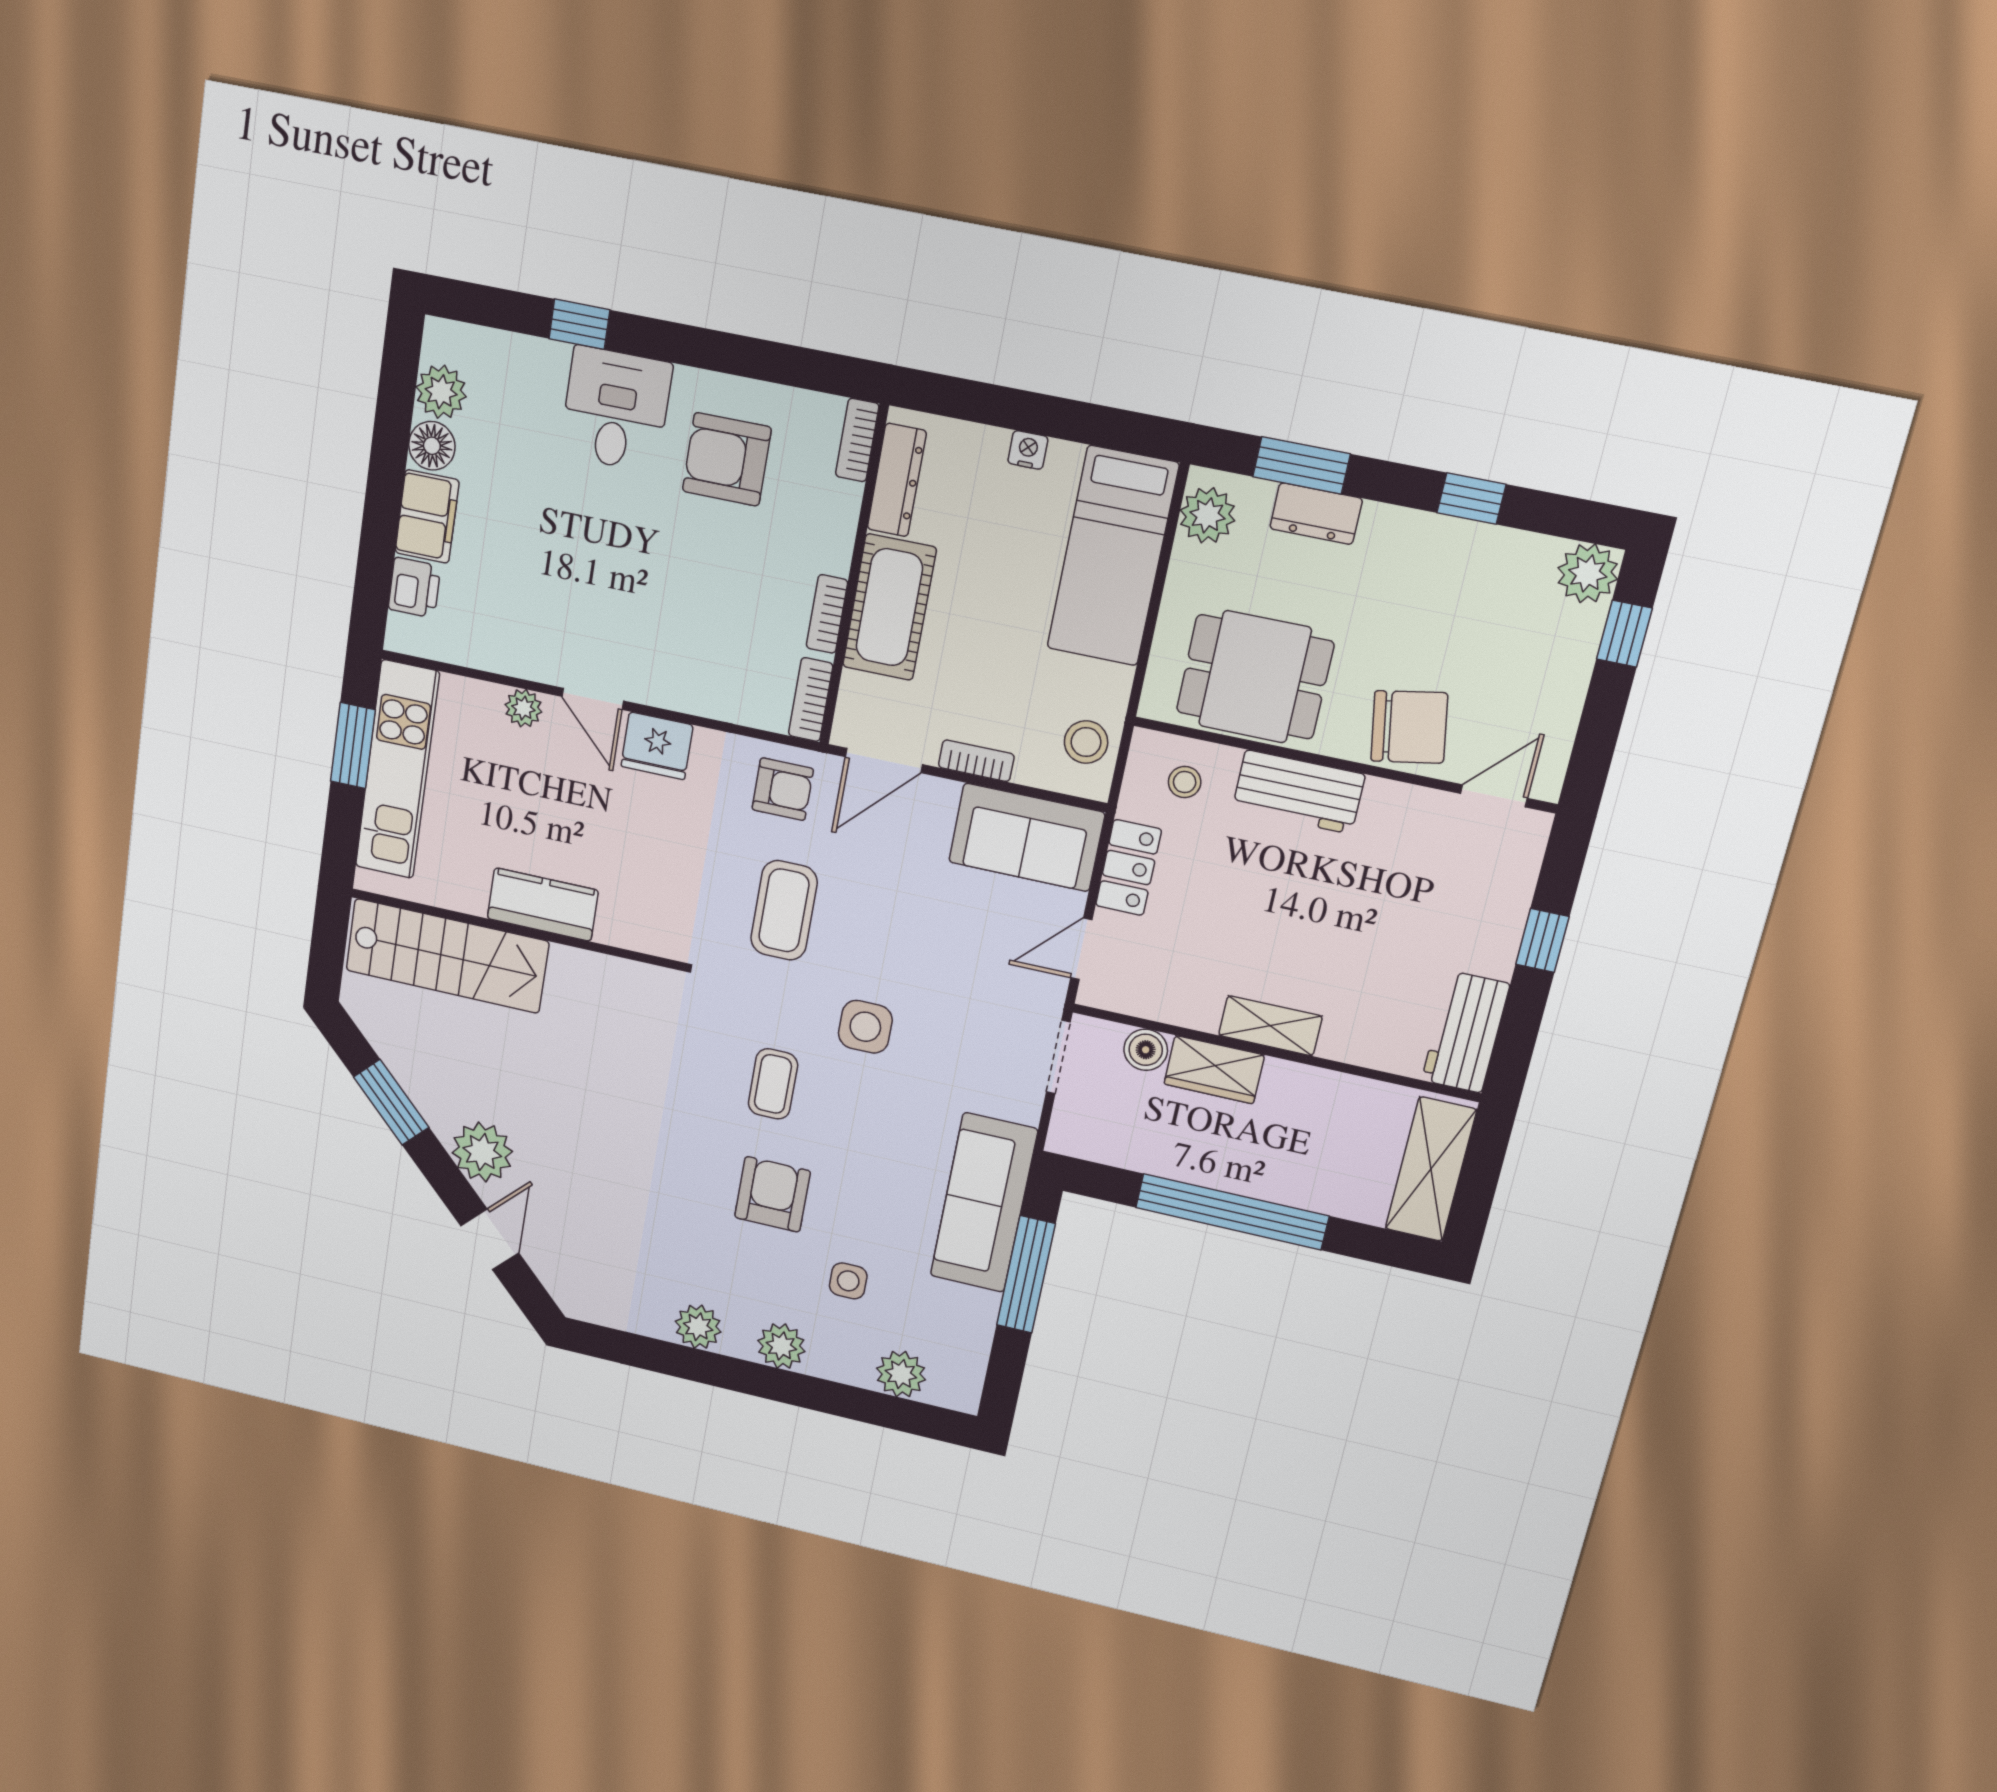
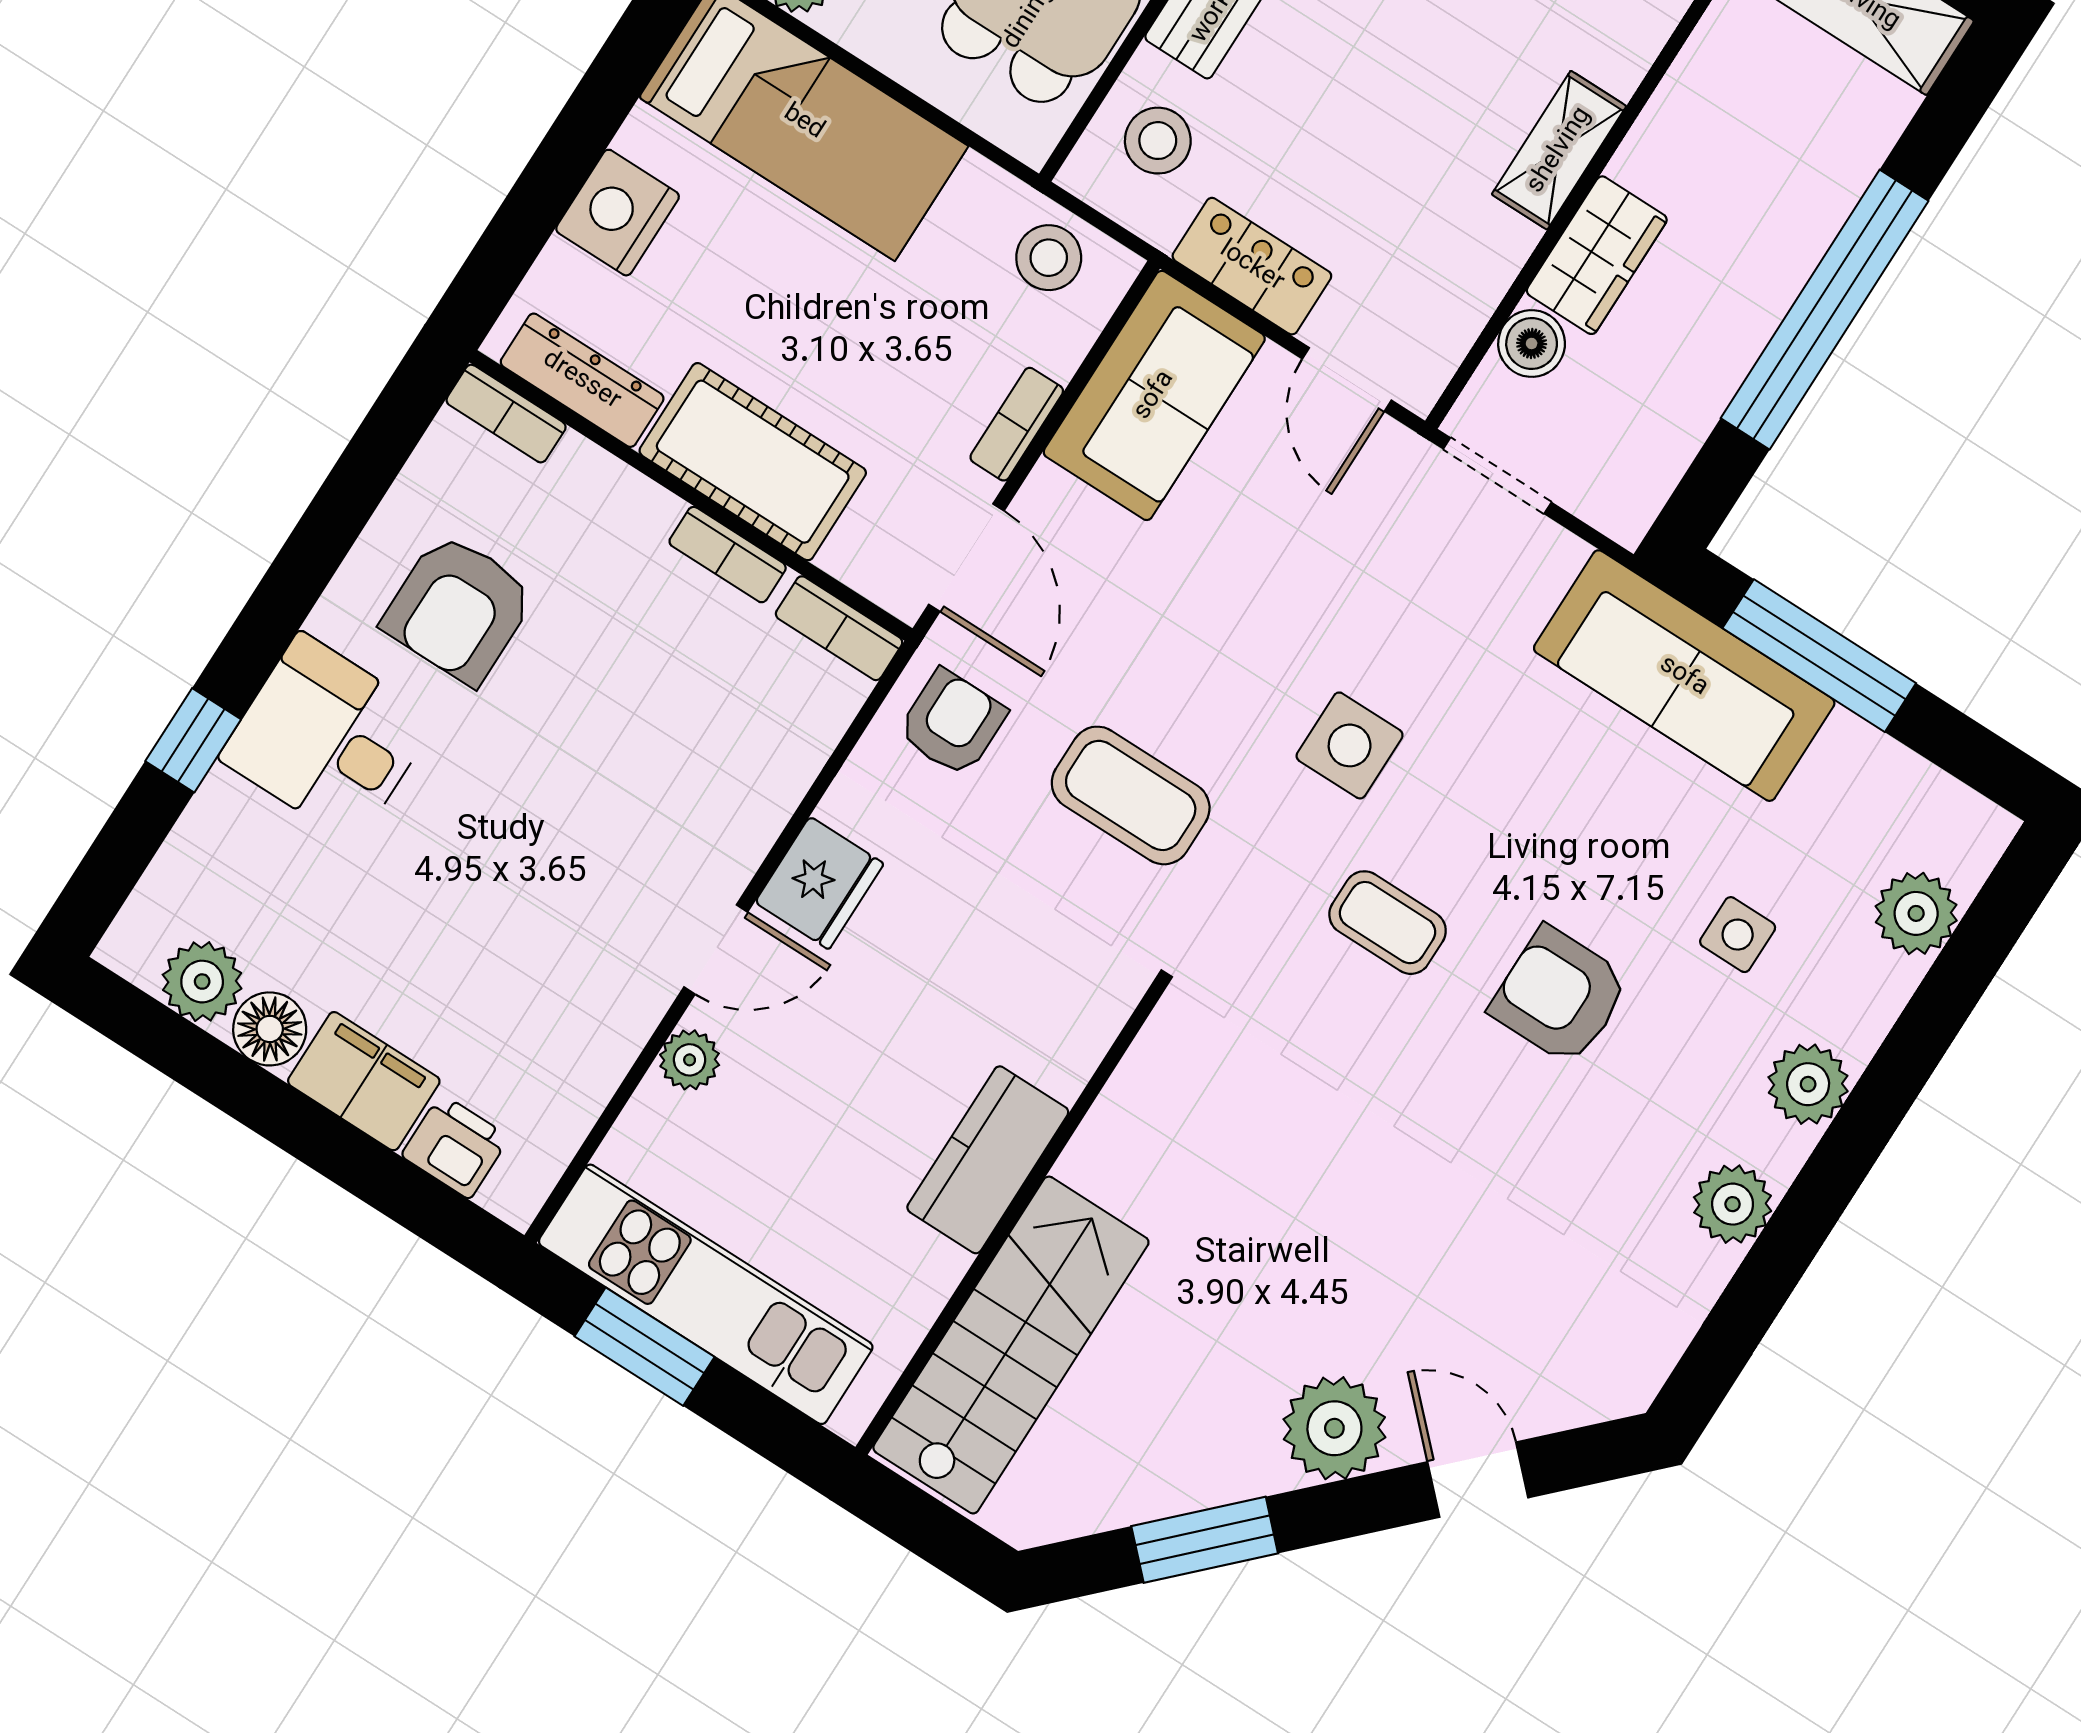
nightstand: (1028, 450) -> (618, 213), width x1.89, depth x1.79
stool: (1185, 782) -> (1158, 141), width x1.37, depth x1.37

